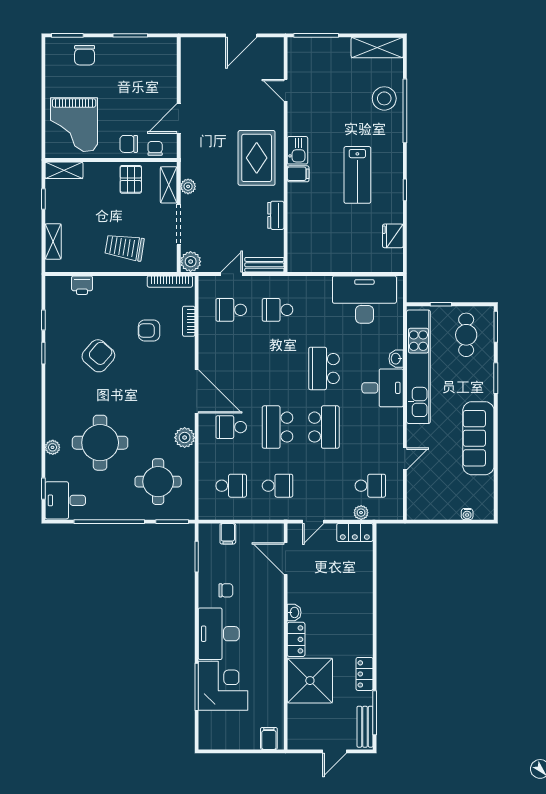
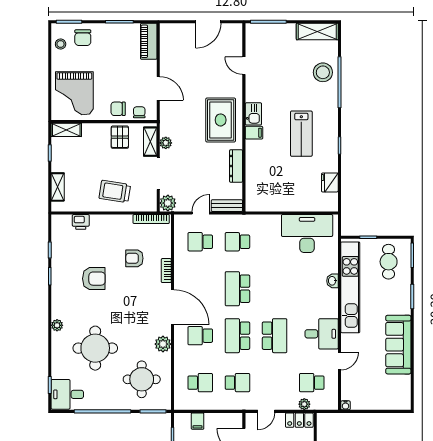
piano: (167, 60) -> (149, 41), added
stool: (57, 63) -> (61, 44), added
door: (179, 119) -> (158, 88), swing flipped
dresser: (276, 215) -> (236, 166), width x1.44
bookcase: (189, 321) -> (166, 271), moved
armchair: (98, 356) -> (94, 279), turned 49
school desk: (324, 368) -> (237, 289), moved
desk: (383, 388) -> (322, 334), moved
plant: (53, 447) -> (57, 325), moved
school desk: (370, 486) -> (312, 383), turned 180
water cooler: (467, 514) -> (345, 405), moved

